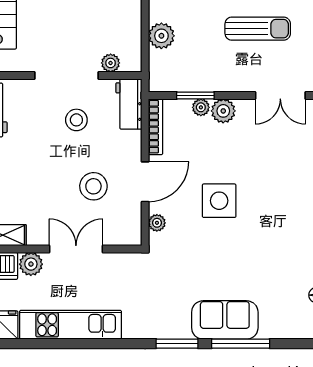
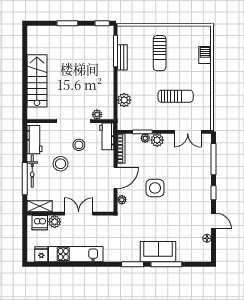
stool: (93, 186) -> (61, 164), moved

